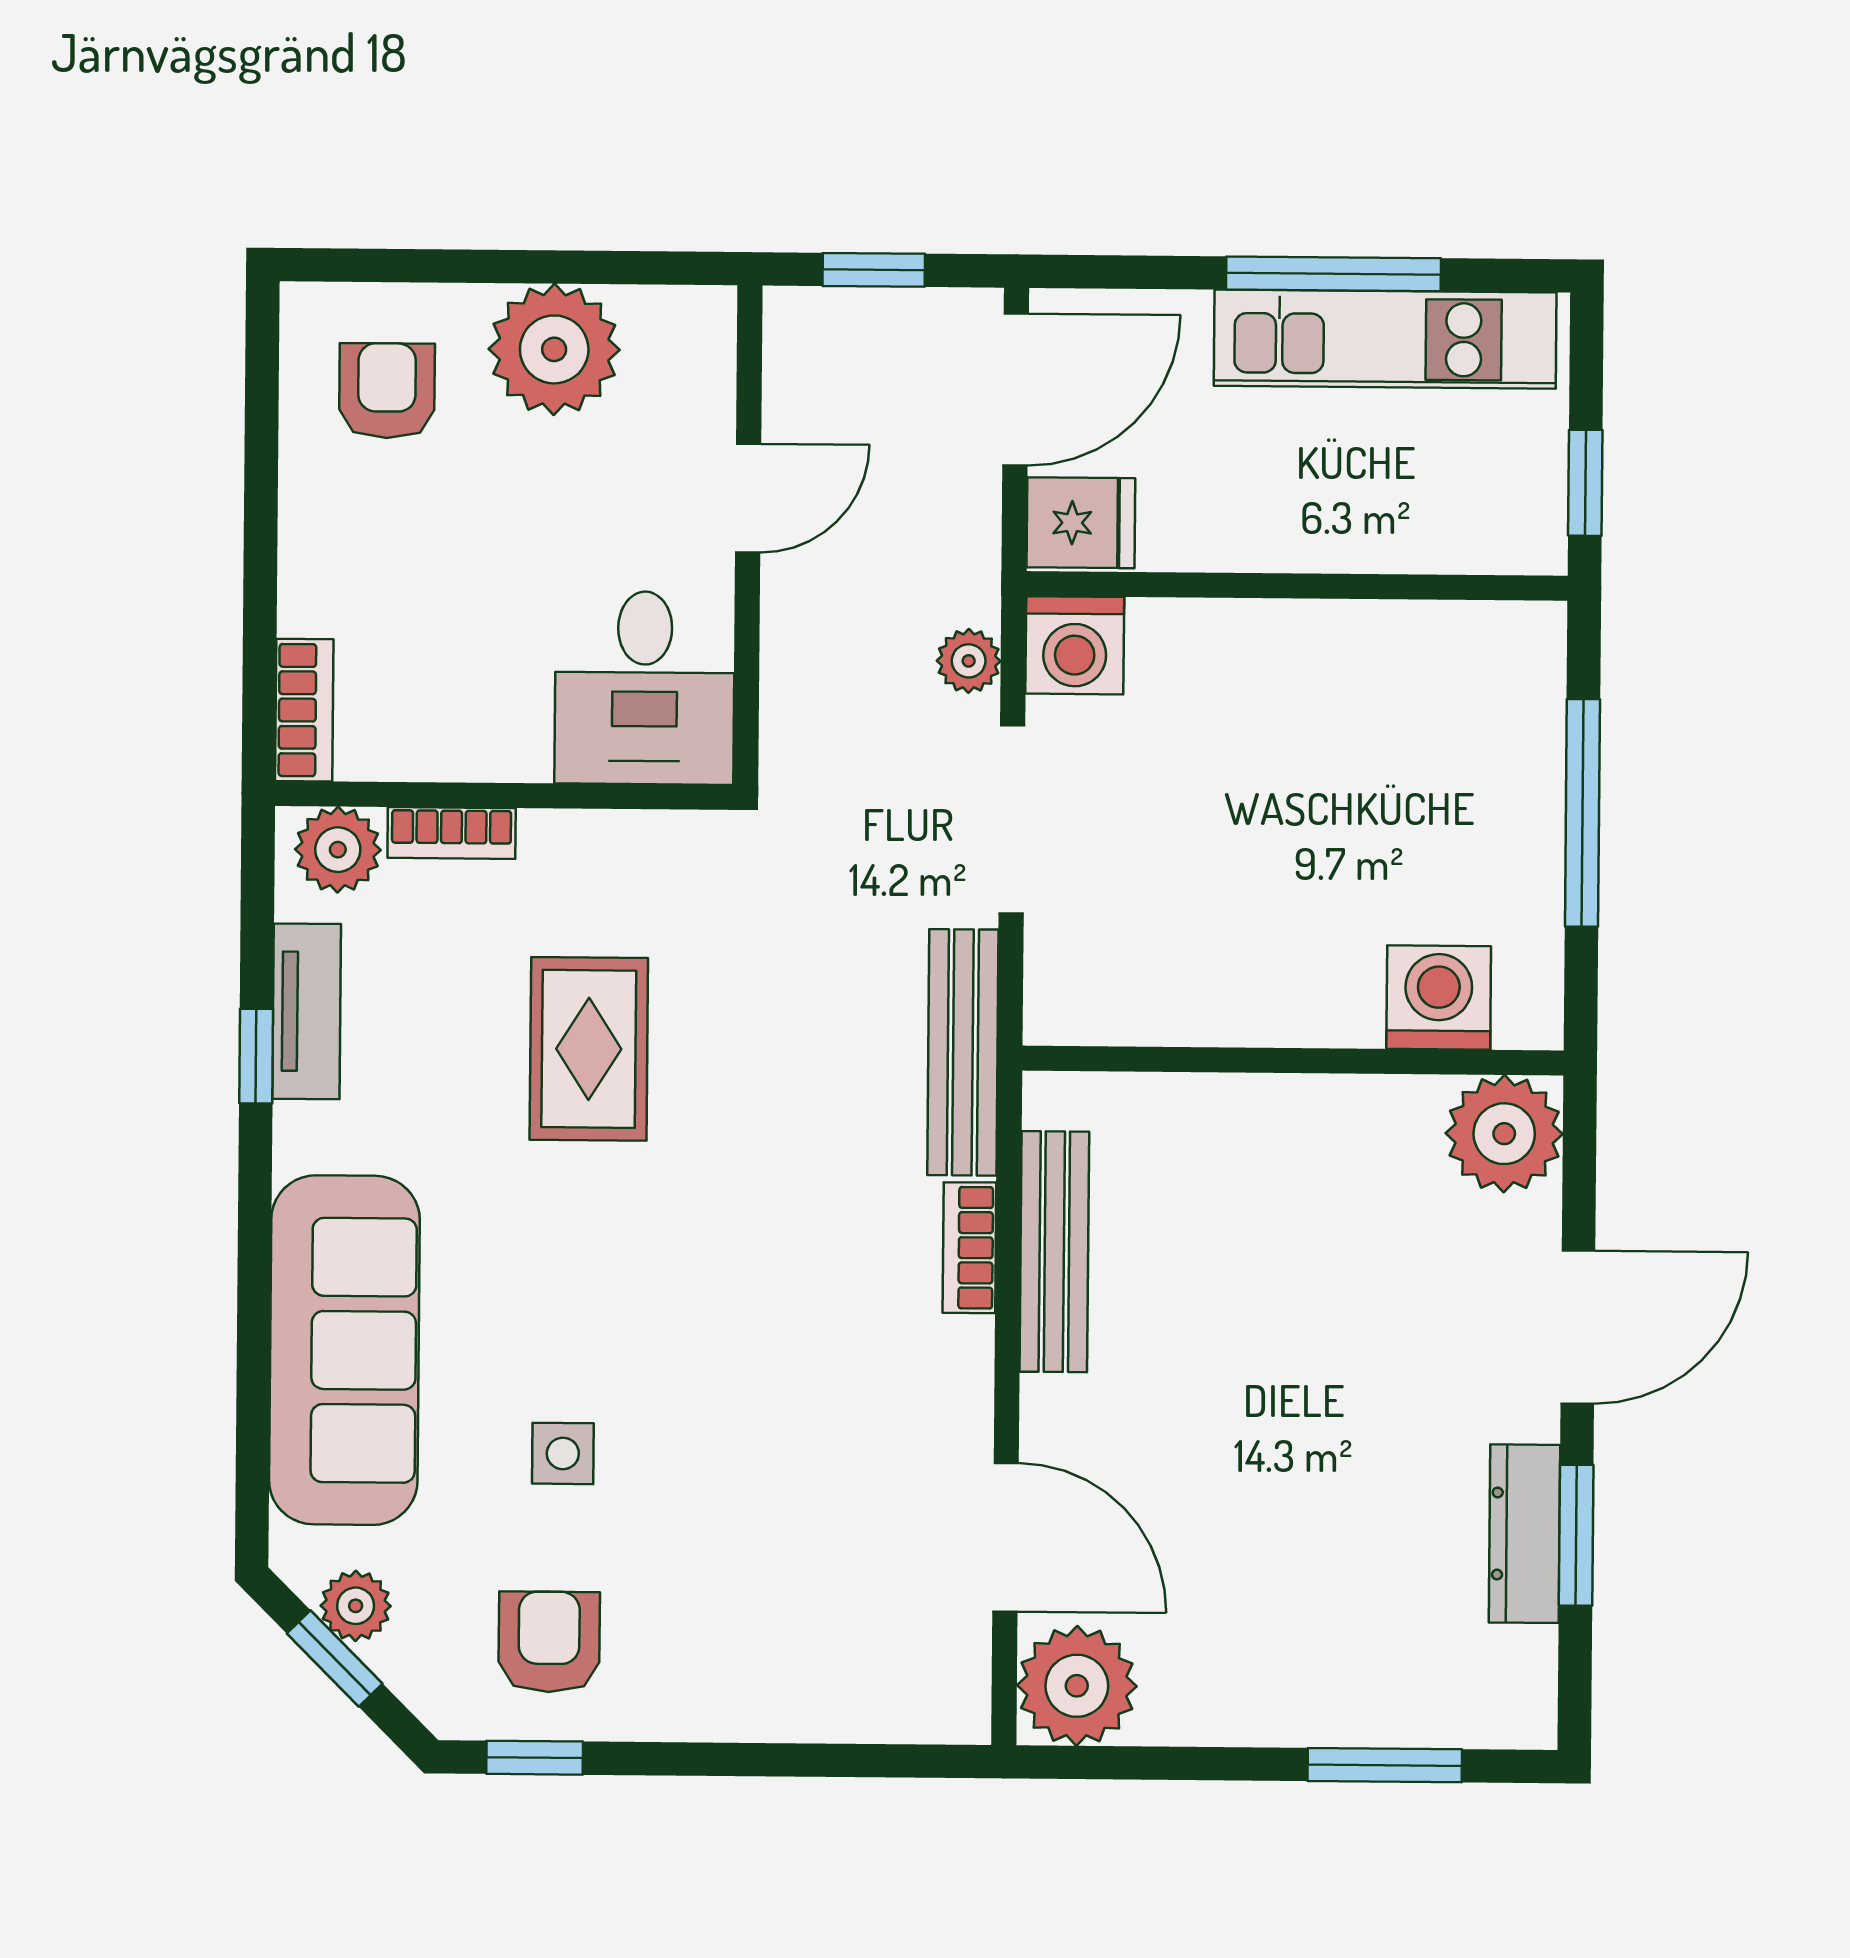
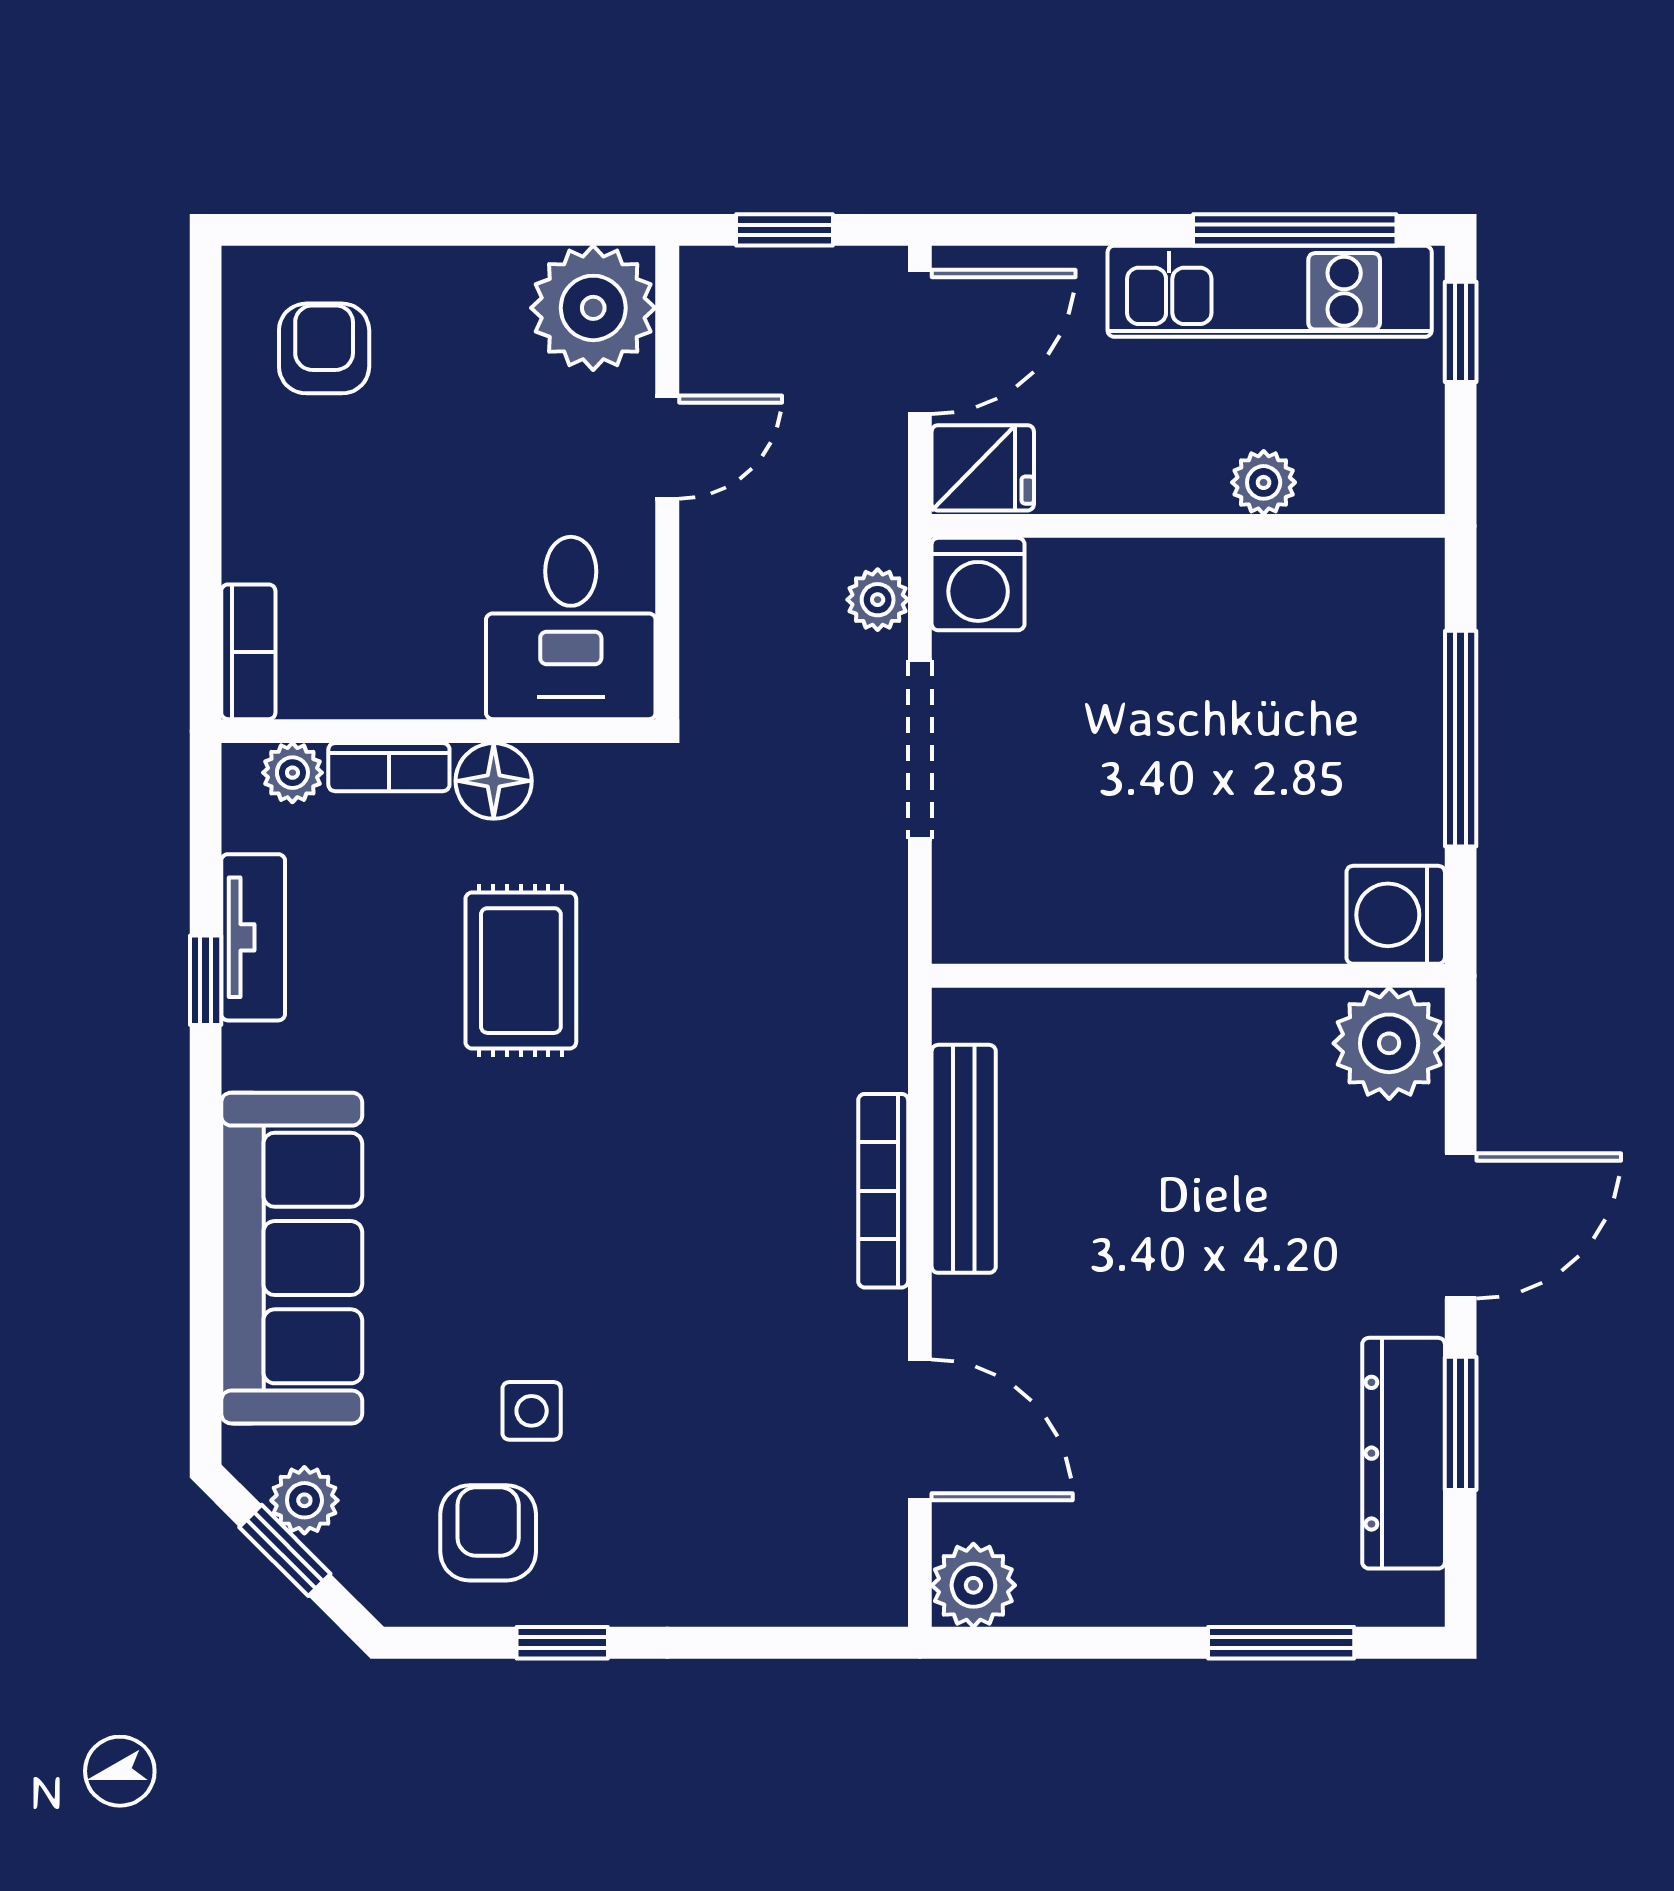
window: (1334, 274) -> (1295, 230), moved
plant: (554, 349) -> (593, 308), moved
window: (1585, 483) -> (1461, 332), moved
plant: (1377, 541) -> (1264, 482), added
floor lamp: (562, 849) -> (494, 781), added
plant: (338, 850) -> (292, 773), width x0.73, depth x0.73
washing machine: (1439, 998) -> (1396, 915), moved, turned -90
bench: (963, 1052) -> (875, 971), removed
bookcase: (969, 1248) -> (883, 1191), width x1.56
side table: (563, 1453) -> (532, 1411), moved
dresser: (1525, 1534) -> (1404, 1453), width x1.37, depth x1.24
plant: (1077, 1686) -> (973, 1585), width x0.73, depth x0.73
window: (535, 1758) -> (562, 1643), moved

